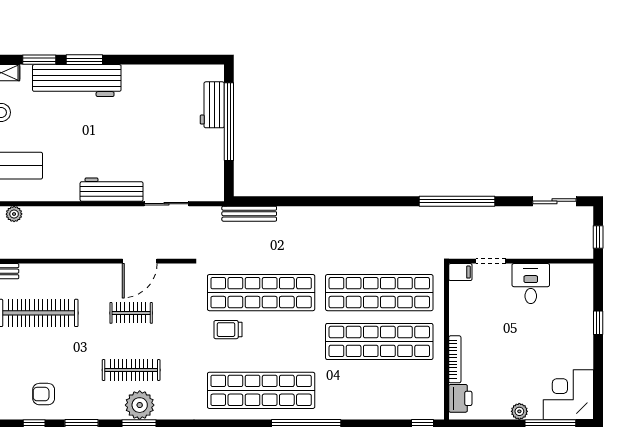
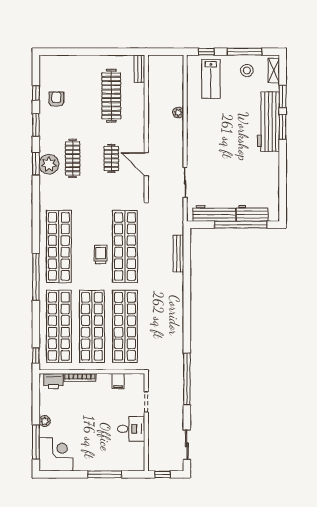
workbench: (112, 190) -> (214, 213), moved, turned -90
plant: (14, 214) -> (178, 112), moved
bench: (249, 214) -> (178, 254), moved
filing cabinet: (460, 272) -> (118, 381), moved
window: (598, 323) -> (105, 474), width x2.17
trolley: (228, 330) -> (101, 255), moved
shop shelf: (379, 390) -> (59, 326), added

